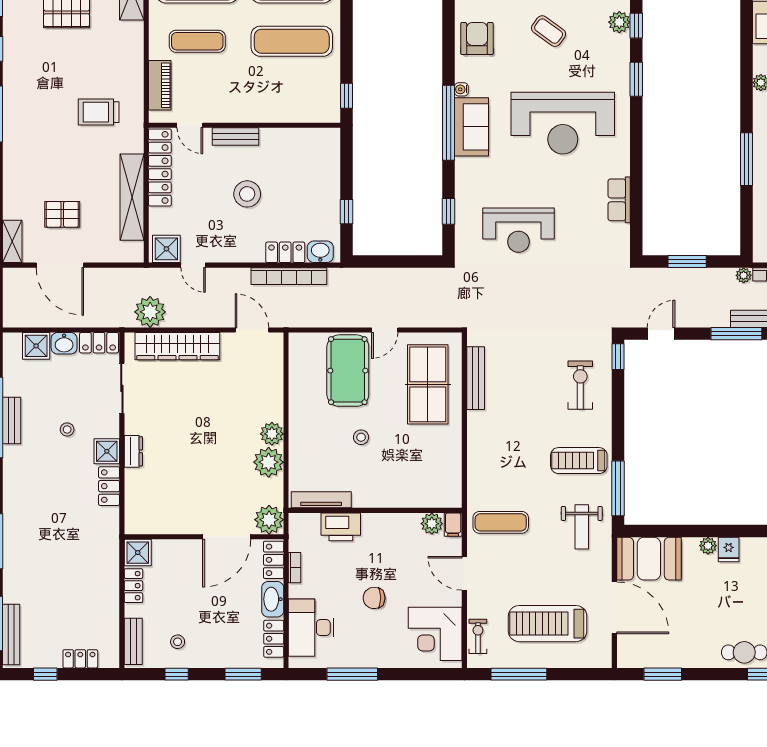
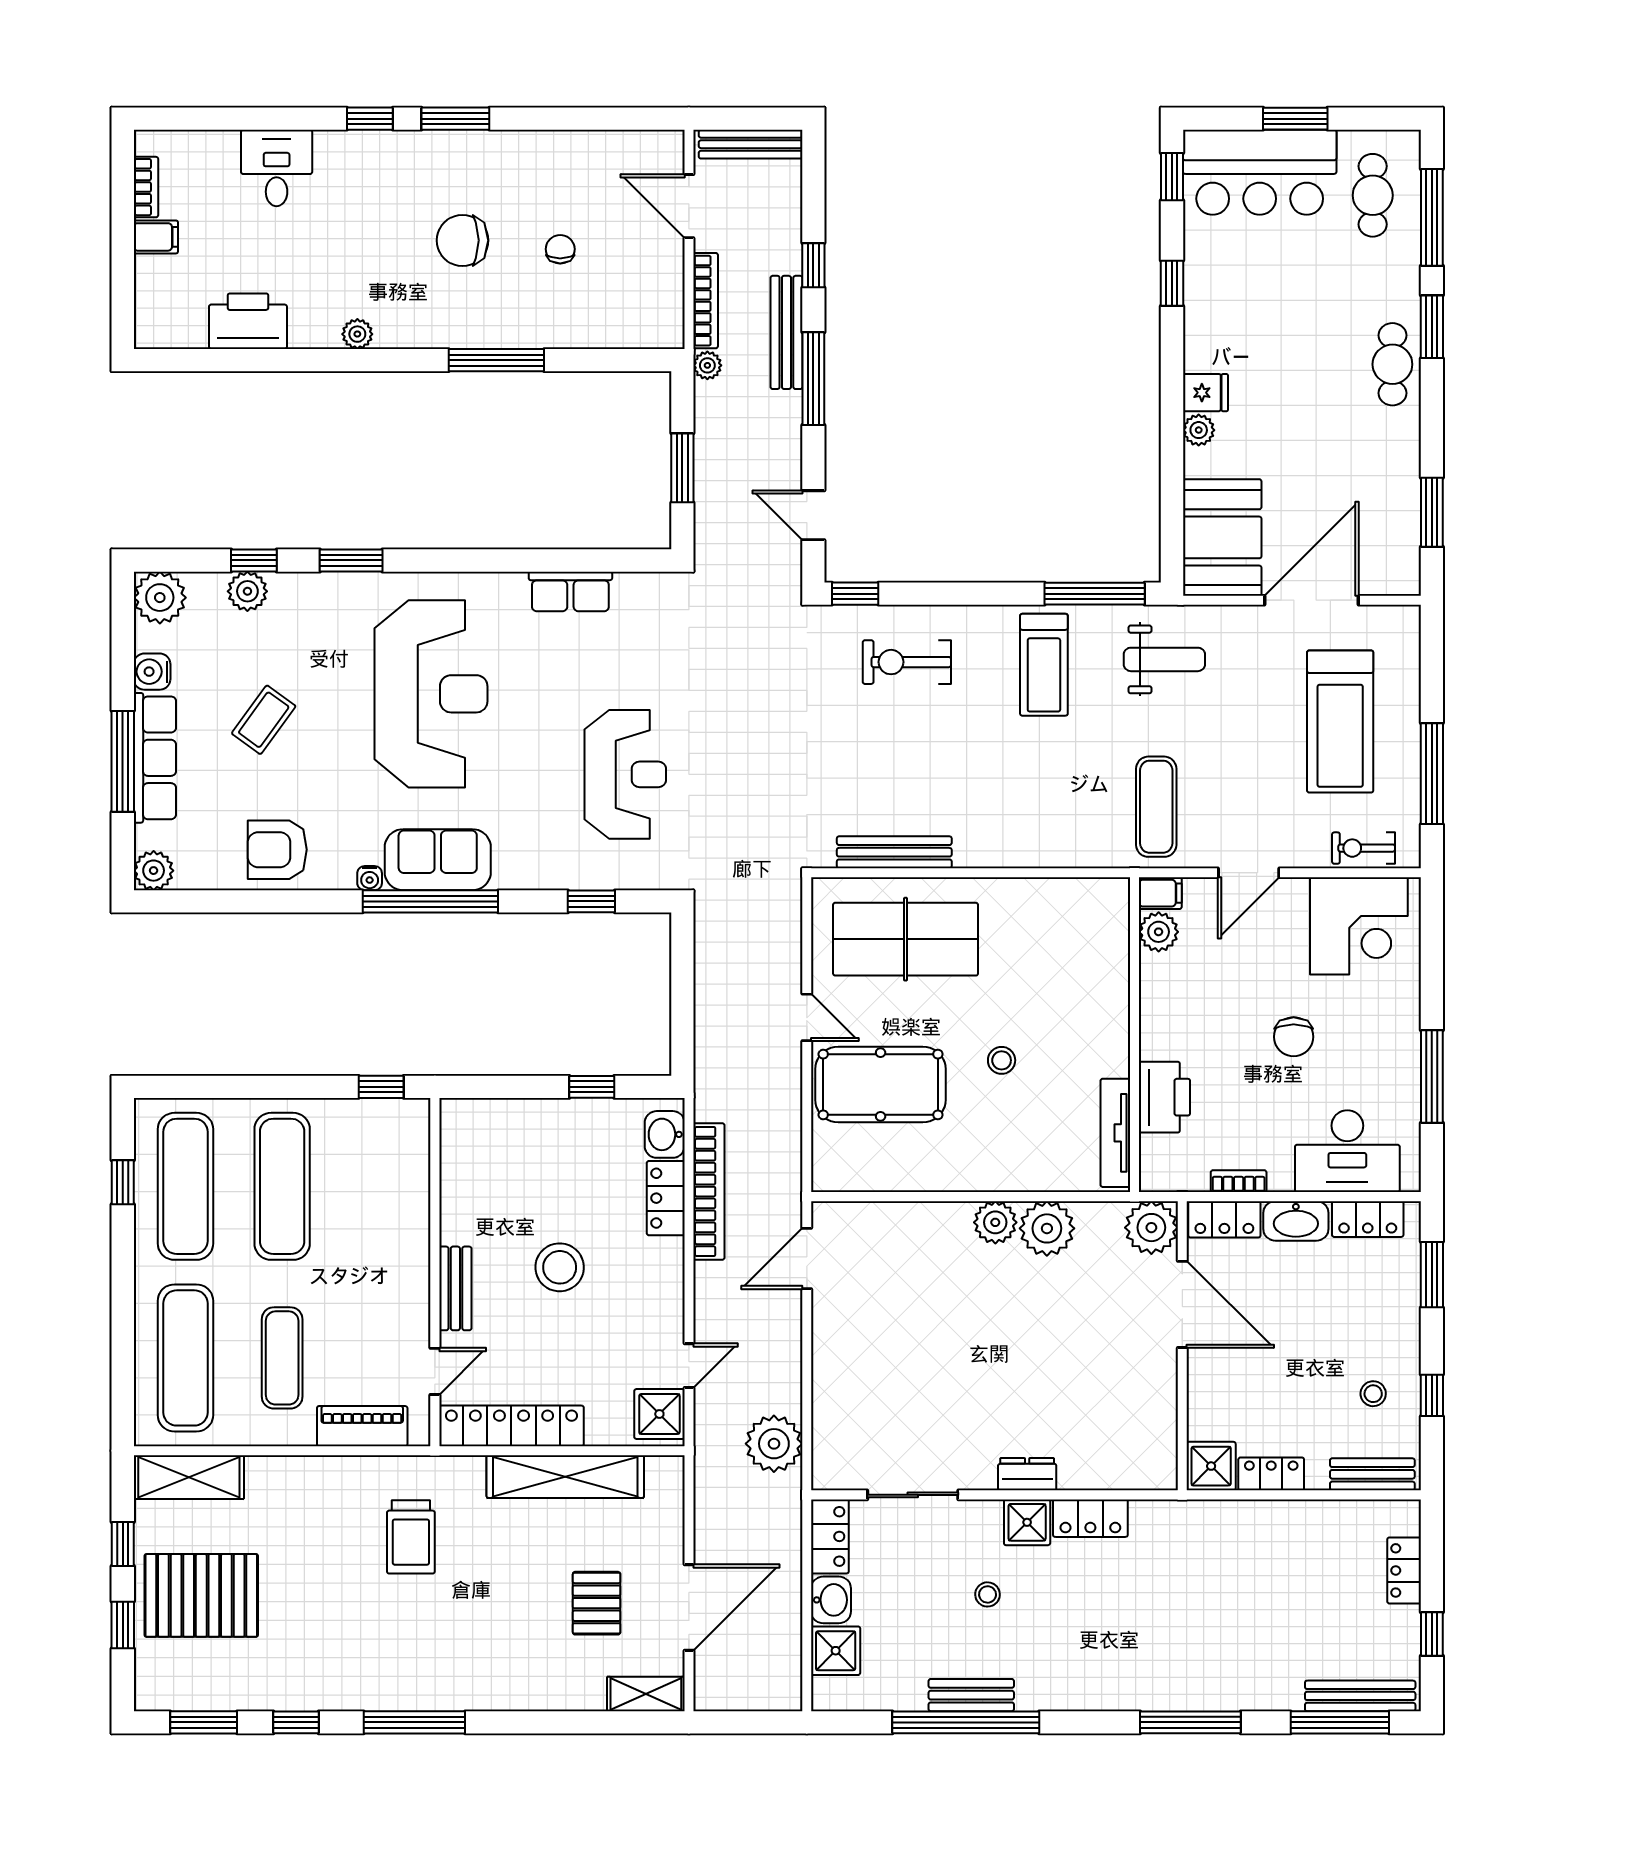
wardrobe: (177, 346) -> (836, 1394), removed

